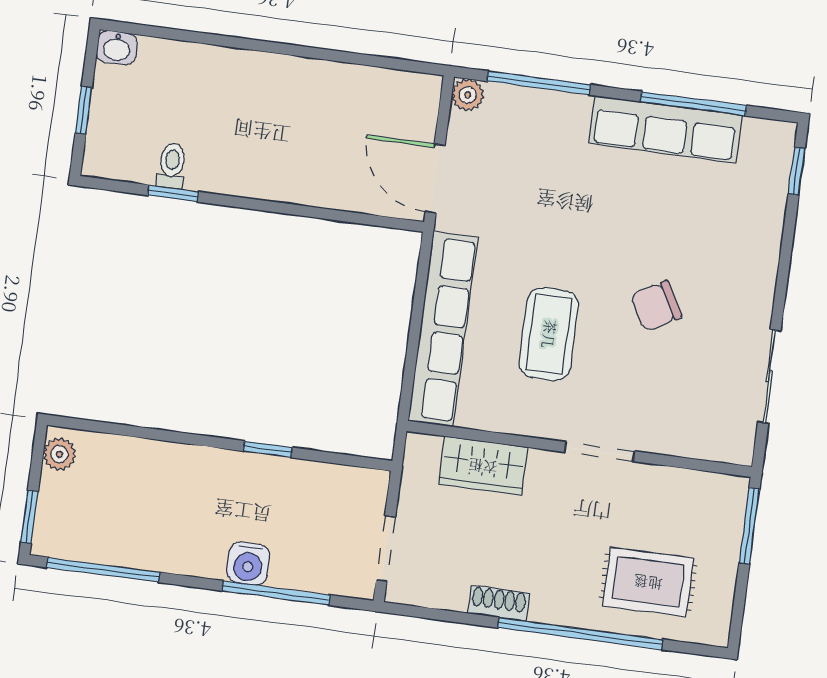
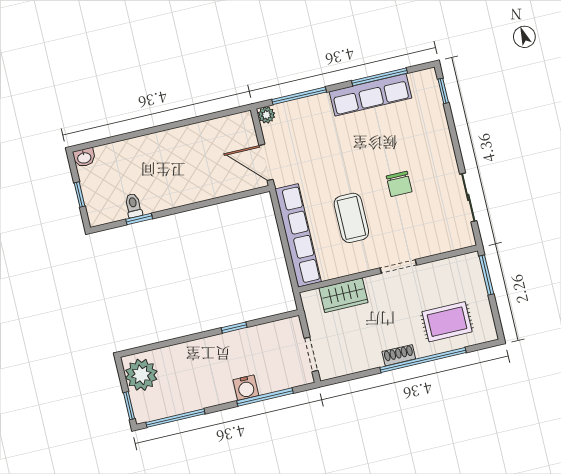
chair: (656, 306) -> (399, 184), turned -61
plant: (59, 454) -> (141, 375), width x1.87, depth x1.87
shoe rack: (499, 603) -> (399, 355), moved

